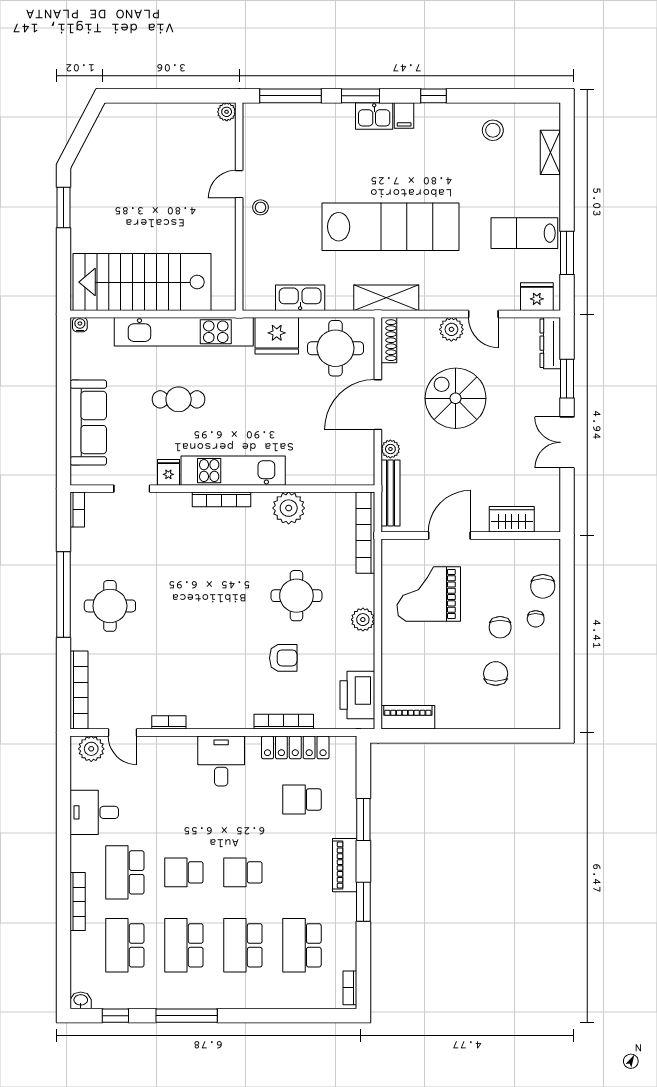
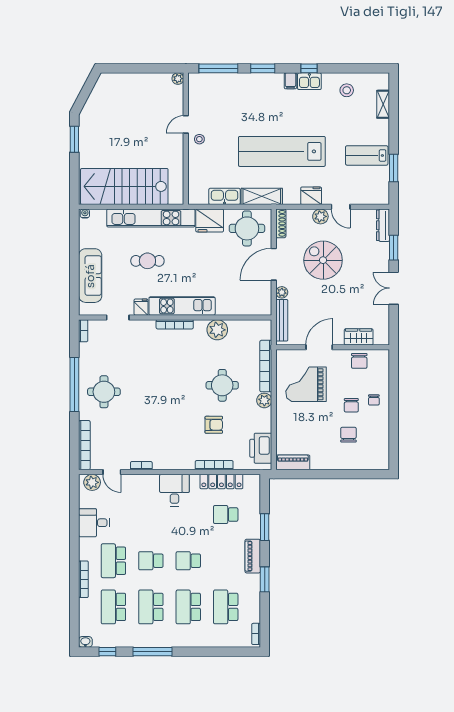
kitchen sink: (374, 116) -> (309, 81), moved
lab bench: (391, 227) -> (282, 151), turned 180
fridge: (537, 297) -> (311, 196), moved
shelving: (386, 298) -> (262, 196), moved
bookcase: (365, 533) -> (266, 366), moved
chair: (543, 586) -> (359, 361), moved

